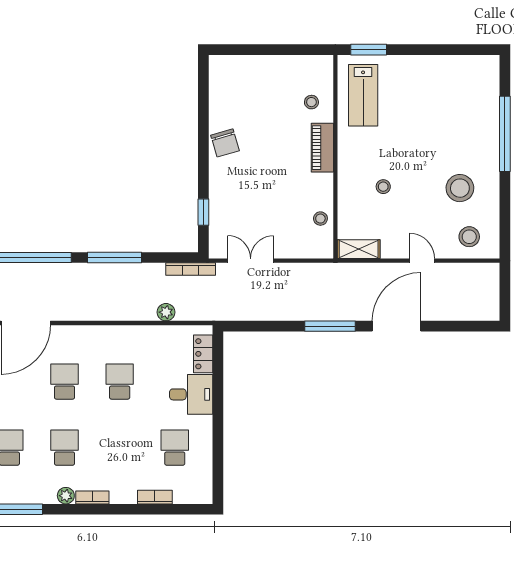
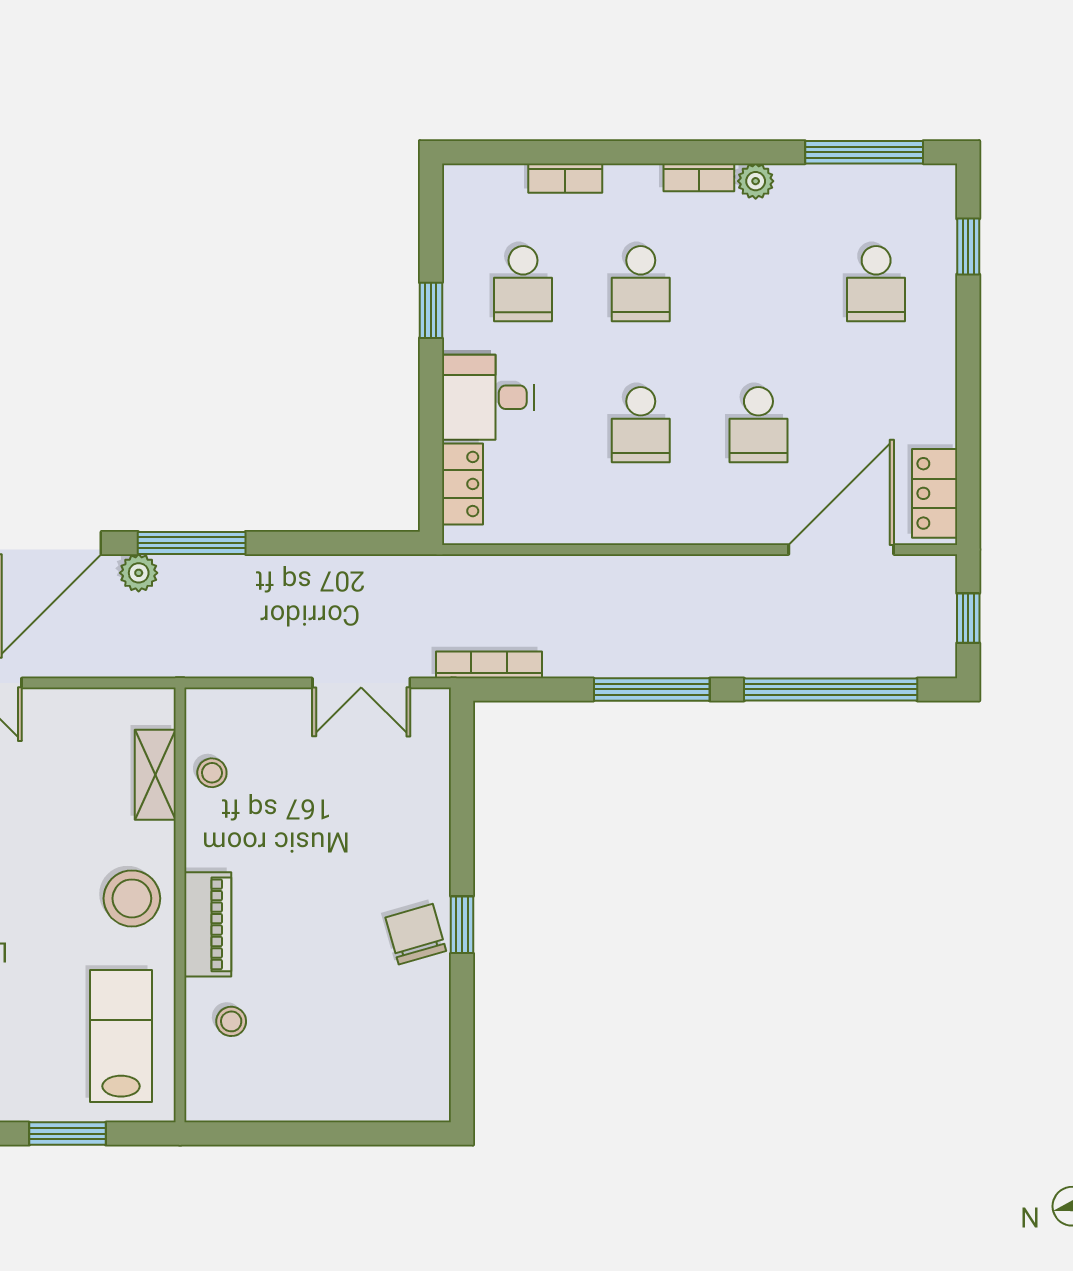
window: (369, 50) -> (68, 1134), moved
stool: (383, 187) -> (132, 898), moved, width x1.89, depth x1.89
window: (203, 212) -> (462, 925), moved
shelving: (359, 249) -> (155, 775), moved, turned 90
plant: (166, 312) -> (139, 573), moved
window: (218, 435) -> (431, 310), added
school desk: (64, 448) -> (641, 284), moved

